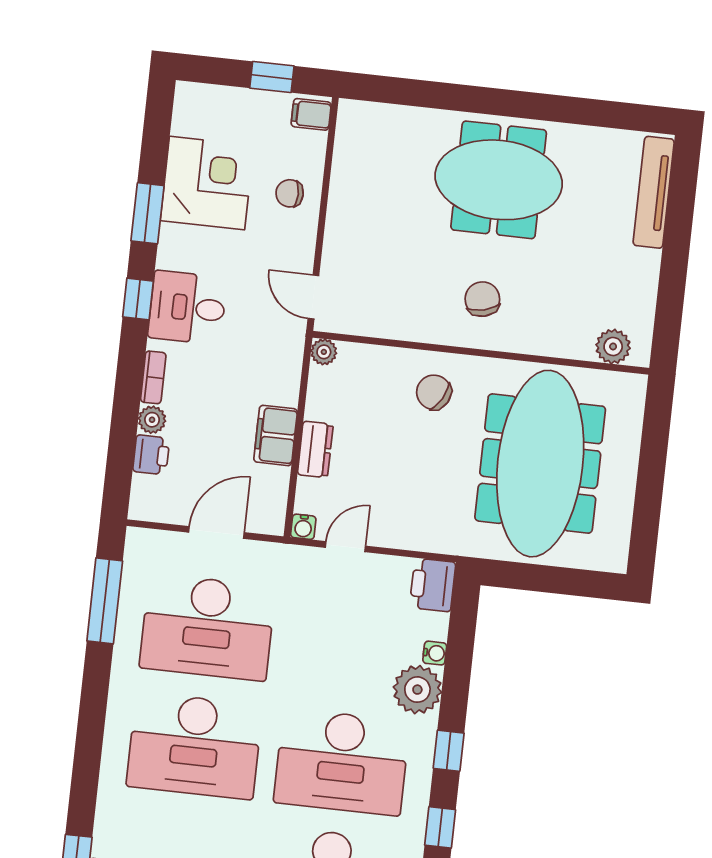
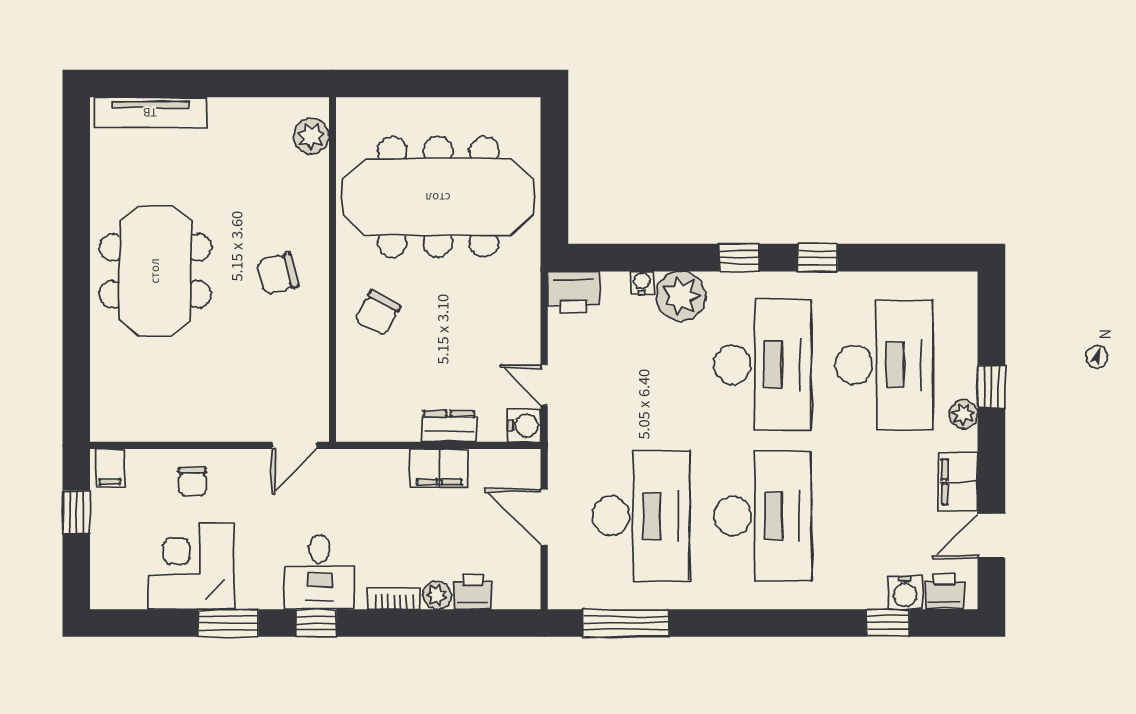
plant: (324, 352) -> (349, 429), removed
water cooler: (303, 527) -> (524, 425), width x1.38, depth x1.38

